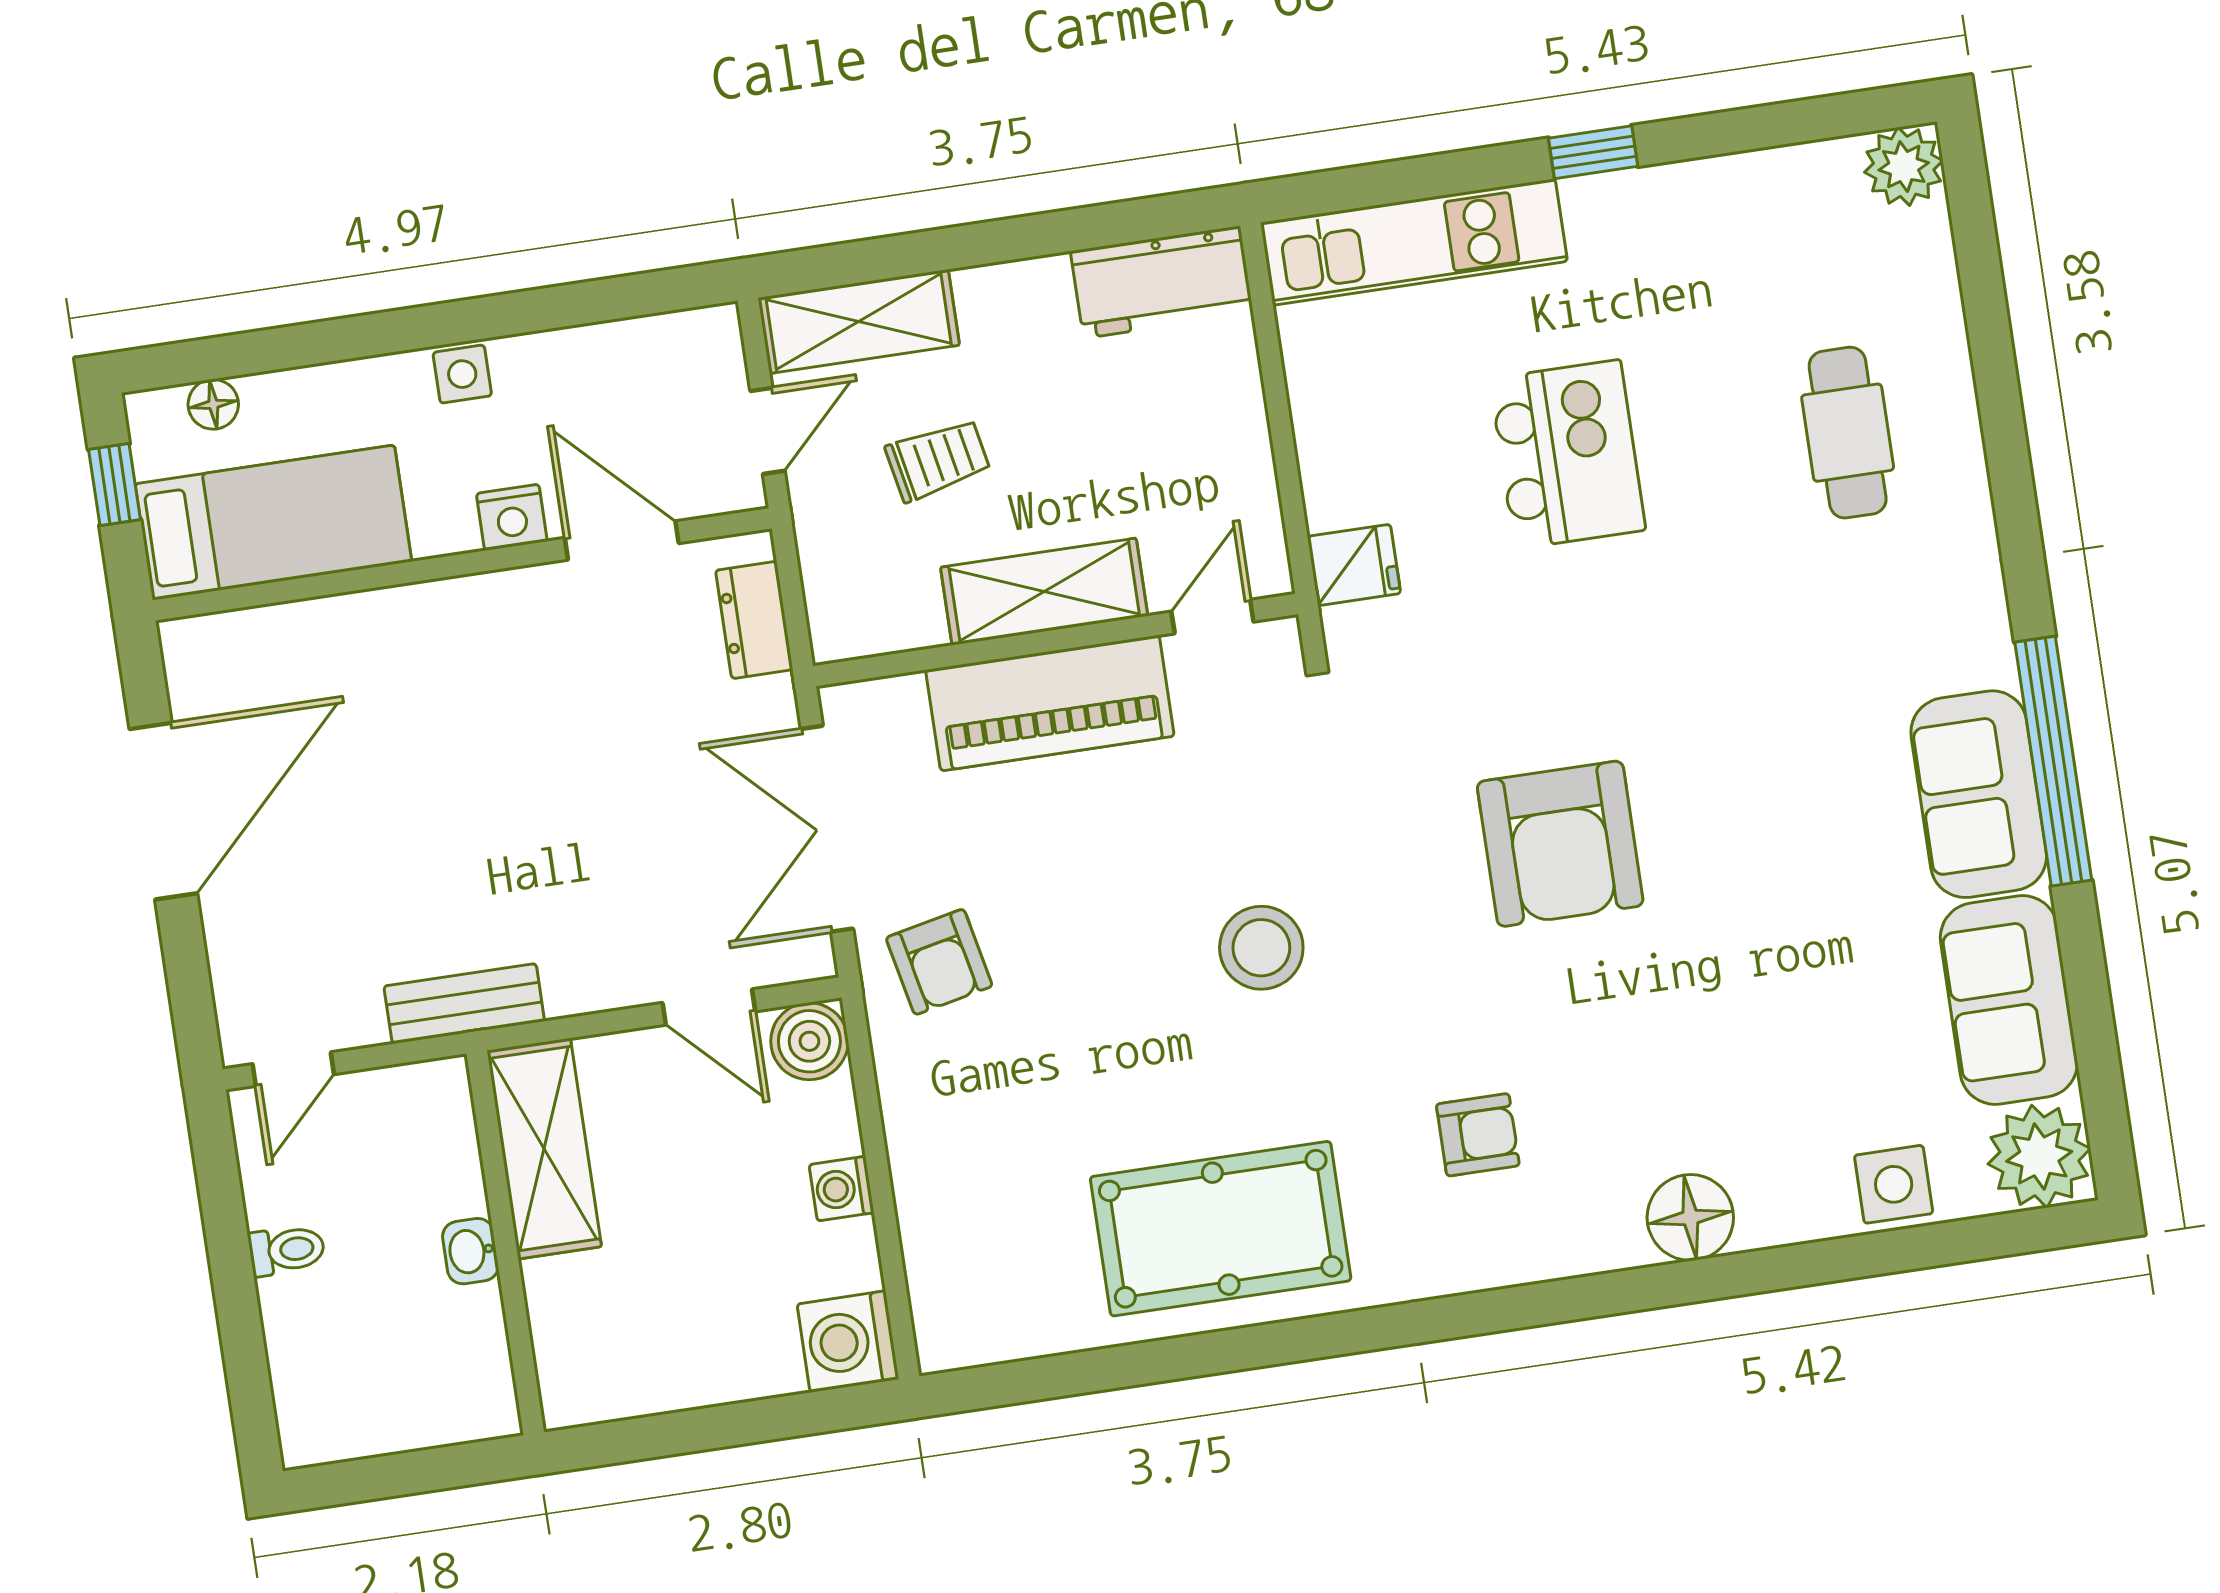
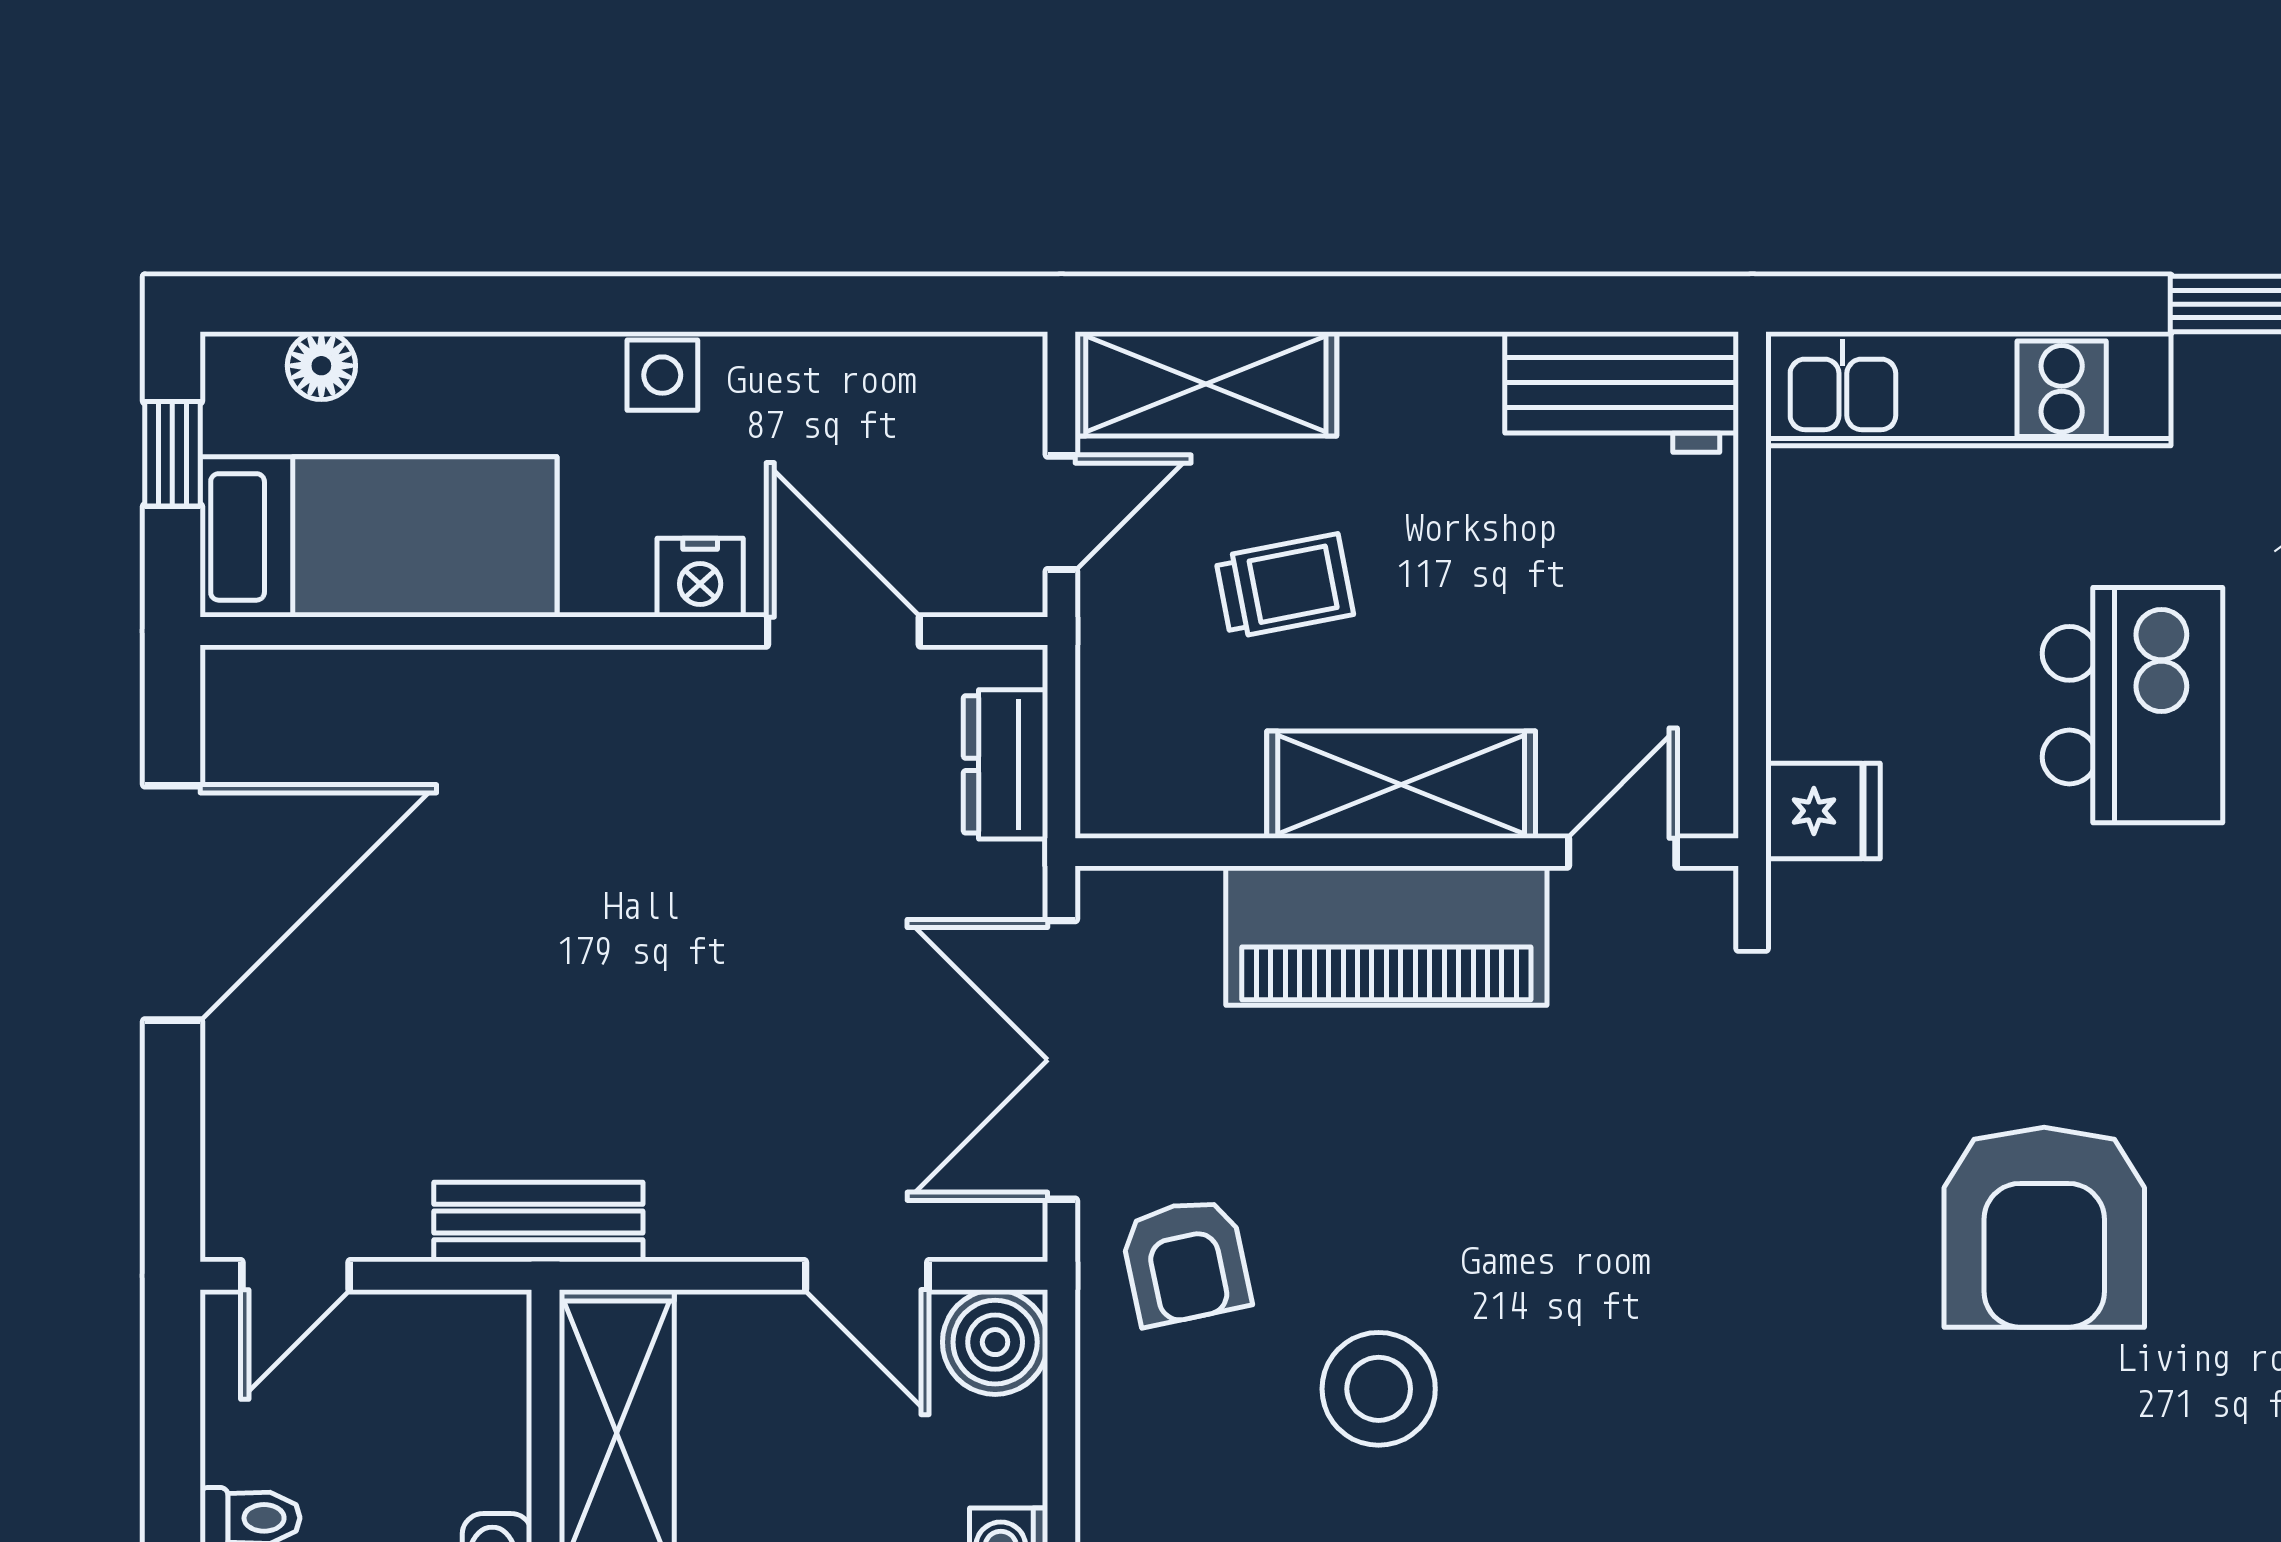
stool: (1261, 948) -> (1379, 1389), moved

